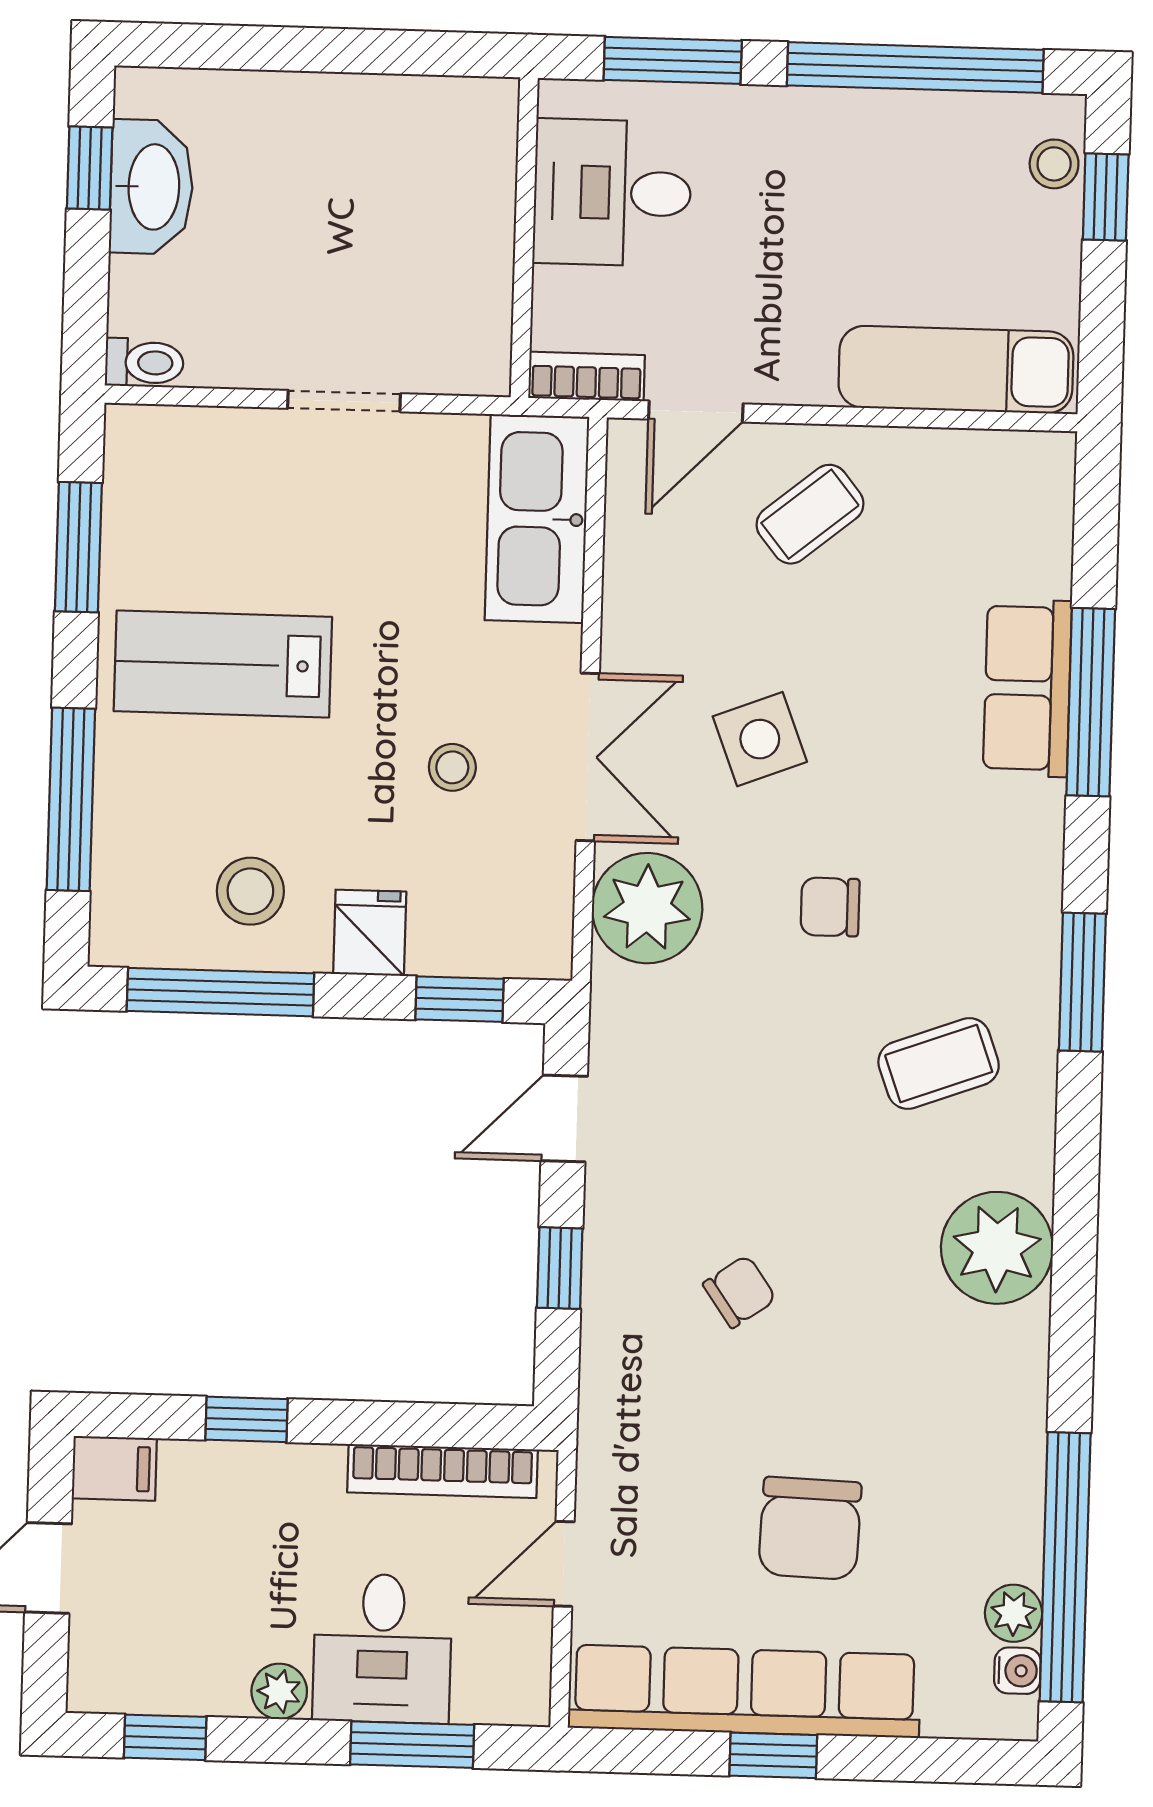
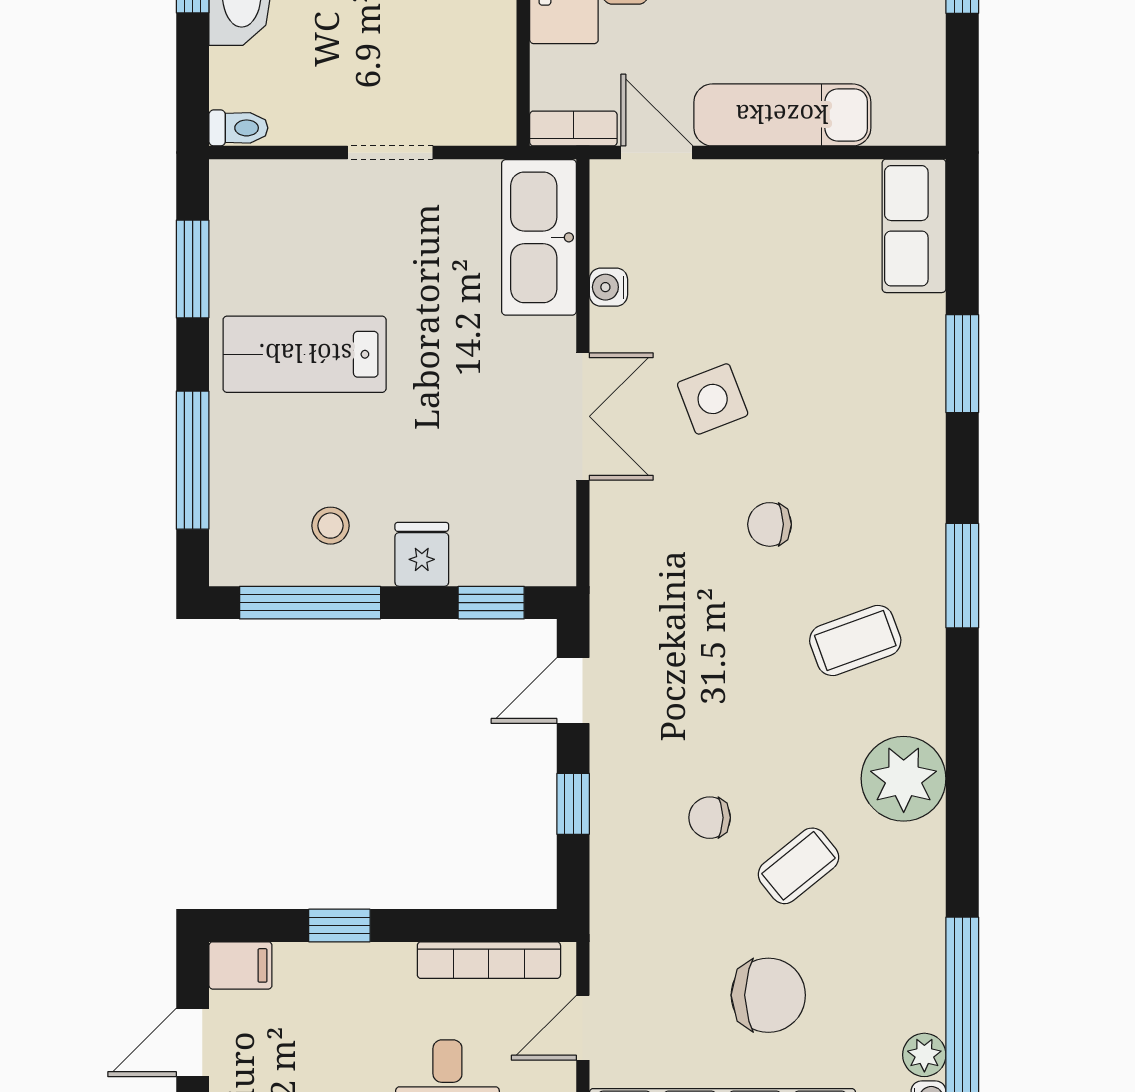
exam couch: (956, 370) -> (782, 115), moved
door: (696, 412) -> (657, 153), swing flipped
coffee table: (810, 514) -> (798, 866), moved
water cooler: (627, 587) -> (608, 287), added
row of seats: (1027, 688) -> (914, 226), moved
window: (1091, 702) -> (962, 364), width x0.69
stool: (452, 767) -> (481, 427), removed
stool: (250, 891) -> (330, 526), width x0.73, depth x0.73
plant: (647, 908) -> (631, 530), removed
chair: (740, 1292) -> (710, 818), turned -145
chair: (810, 1528) -> (768, 995), turned -92

